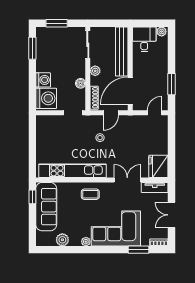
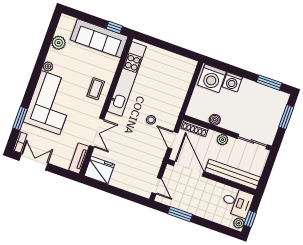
window: (154, 23) -> (250, 219), added
doorway: (73, 113) -> (187, 101), removed
double door: (172, 215) -> (34, 162), moved

